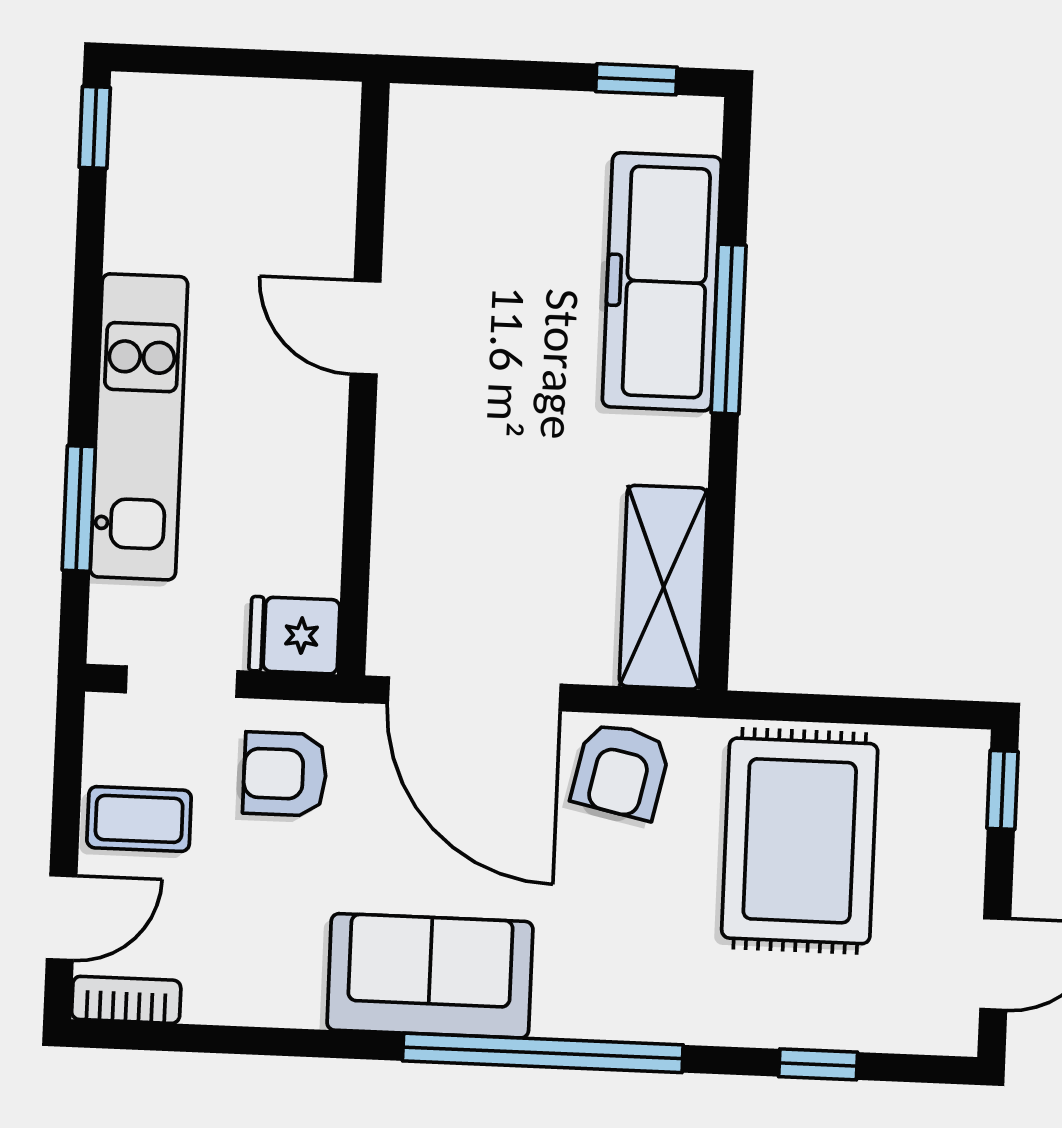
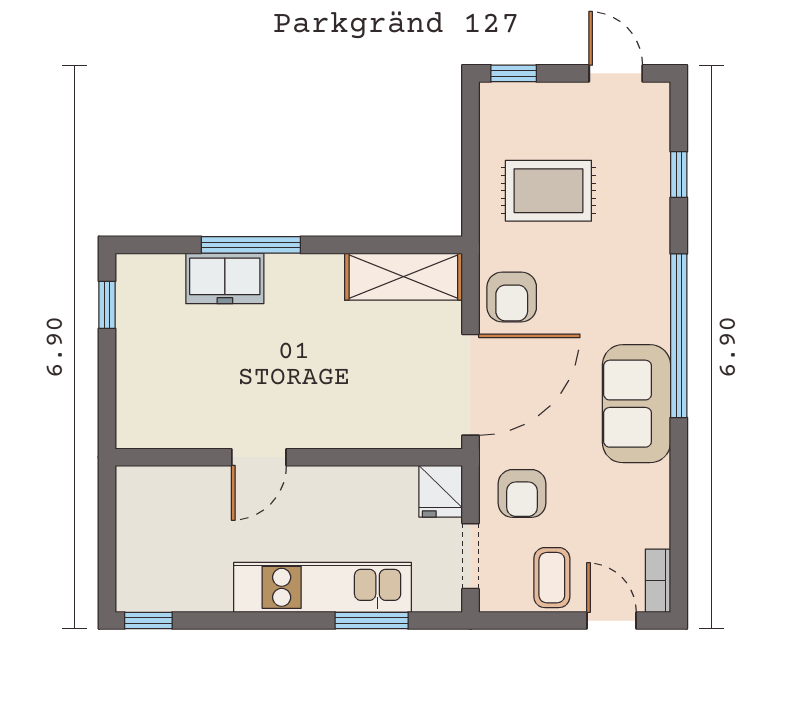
freezer: (662, 282) -> (225, 278), width x0.52, depth x0.79
armchair: (621, 770) -> (512, 297), turned 78
rug: (800, 841) -> (548, 191), width x0.73, depth x0.70

